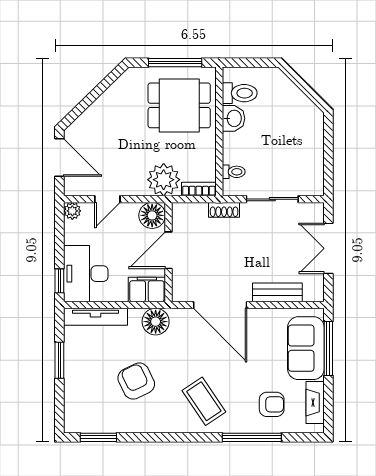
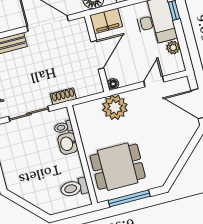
washbasin: (234, 118) -> (68, 143), moved
bookcase: (199, 189) -> (86, 107), removed
plant: (72, 211) -> (173, 48), moved
floor lamp: (152, 215) -> (113, 84), width x0.53, depth x0.53

